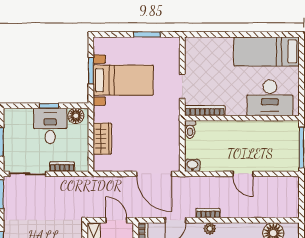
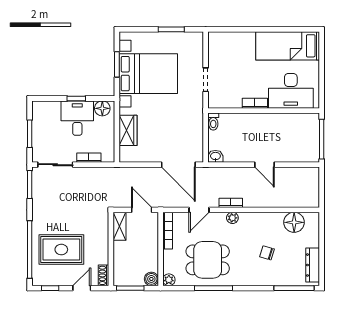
bed with nightstands: (123, 80) -> (148, 74), width x1.36
bookcase: (205, 111) -> (255, 103), moved, width x0.64

